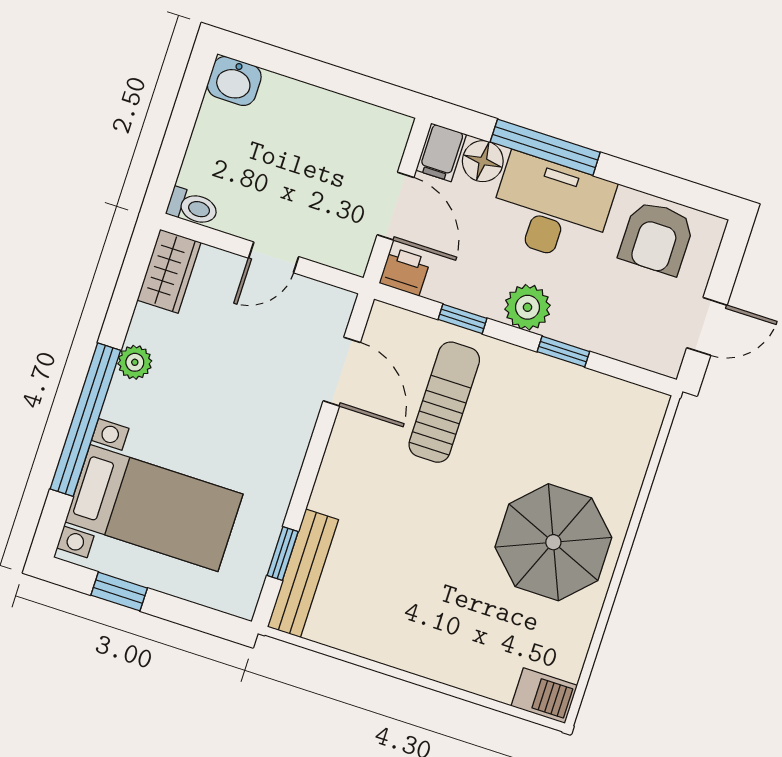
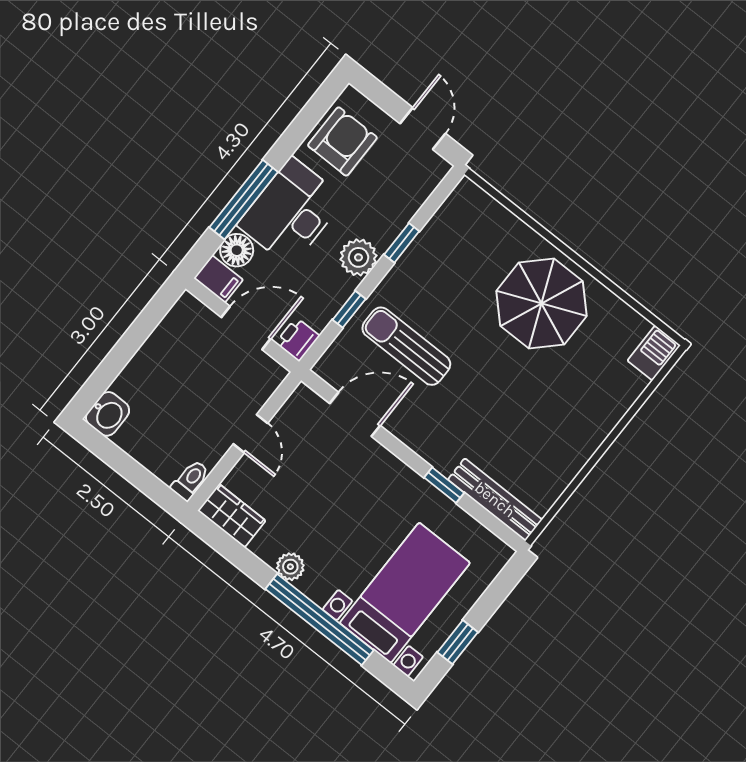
armchair: (657, 238) -> (342, 141), turned -90
window: (283, 554) -> (444, 485), moved

